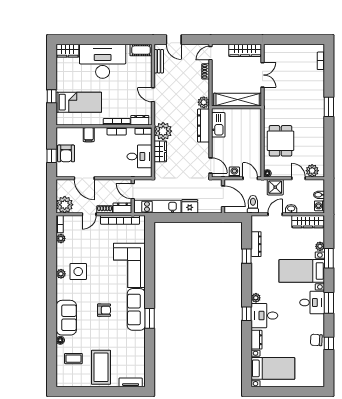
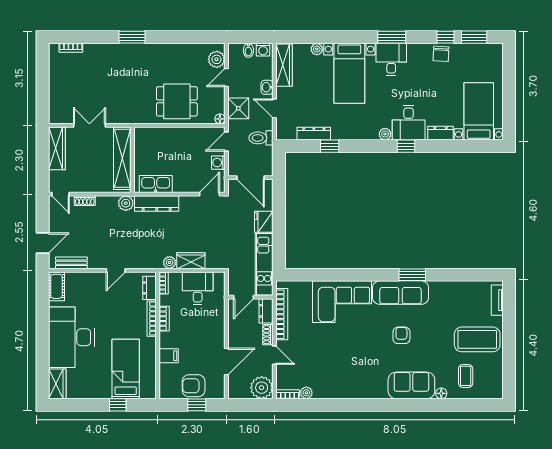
plant: (163, 131) -> (170, 263), width x0.53, depth x0.53
armchair: (66, 153) -> (194, 386), turned 180
door: (223, 196) -> (250, 178), swing flipped
window: (329, 258) -> (474, 37), moved
side table: (78, 272) -> (350, 370), removed
plant: (61, 274) -> (353, 393), removed

